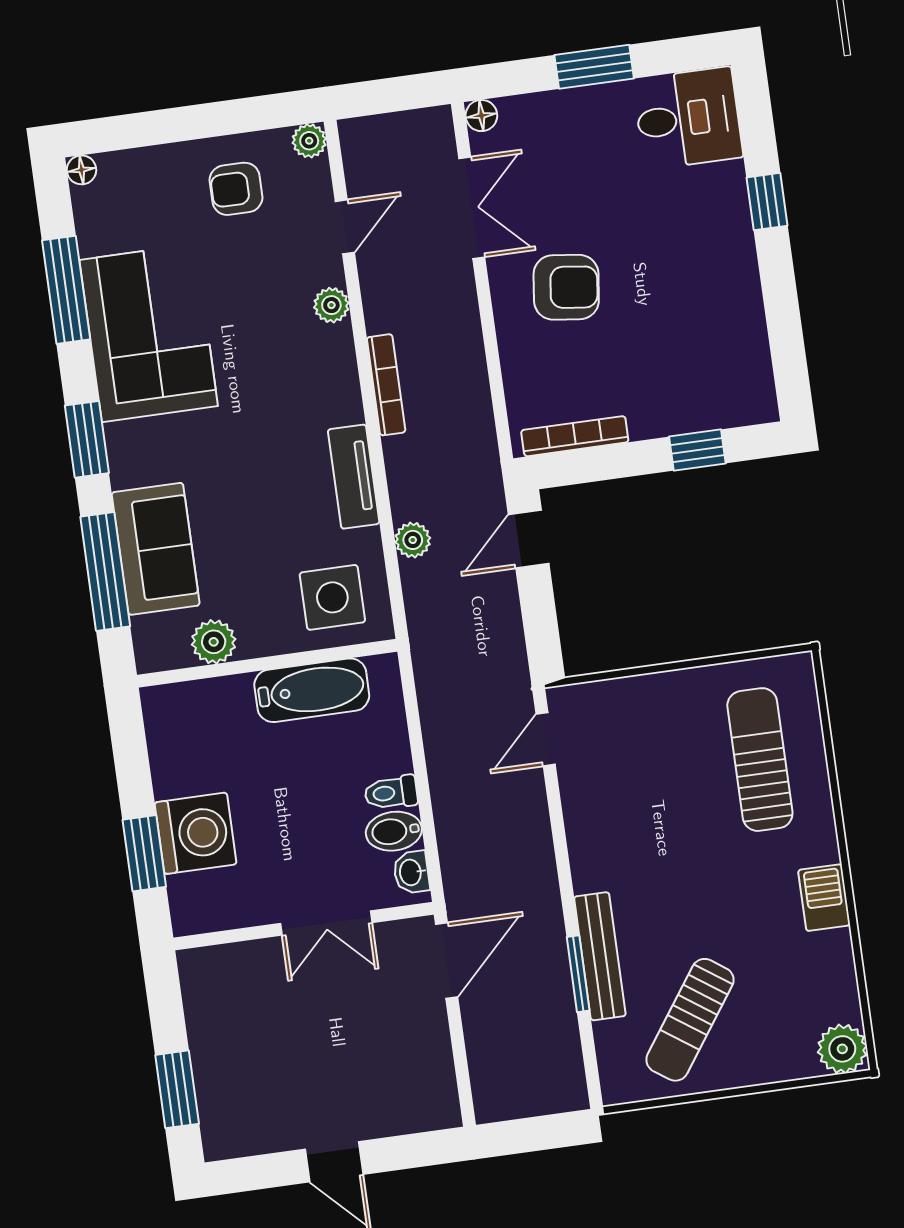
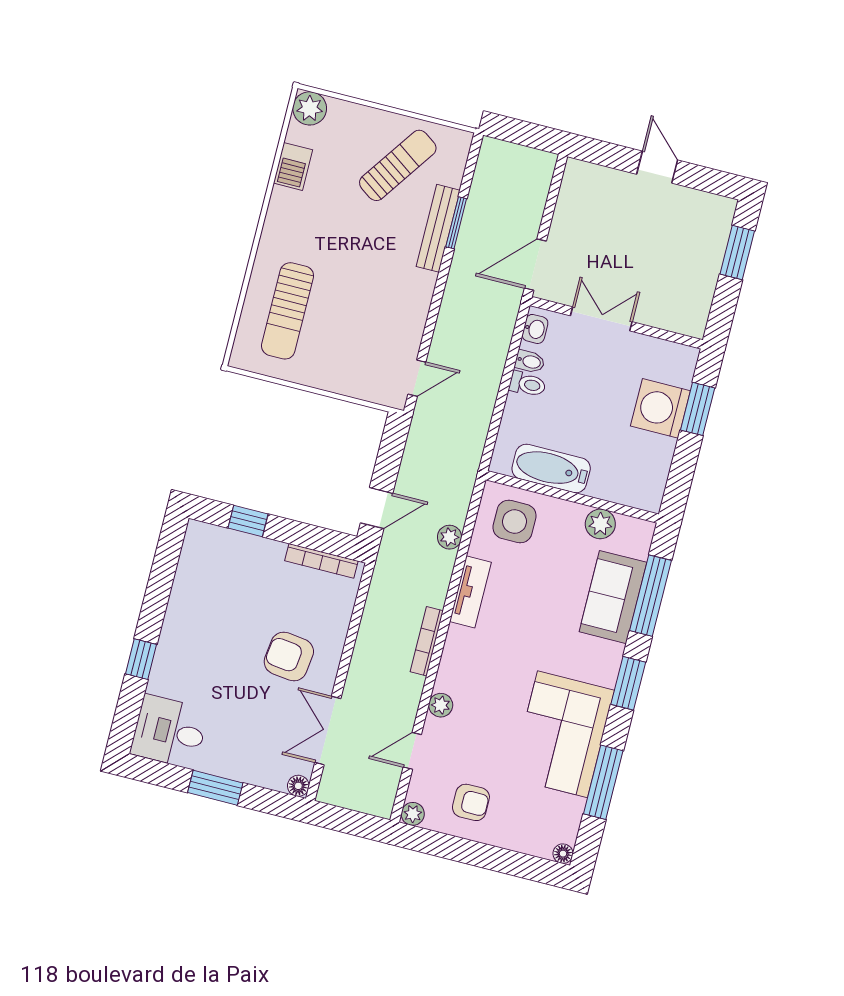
bidet: (394, 831) -> (530, 362), width x0.72, depth x0.74
barbecue: (824, 898) -> (293, 166), moved

